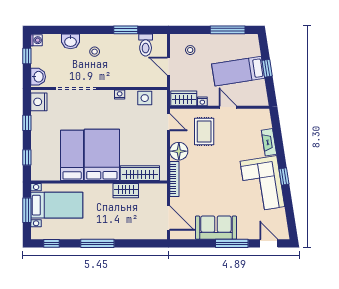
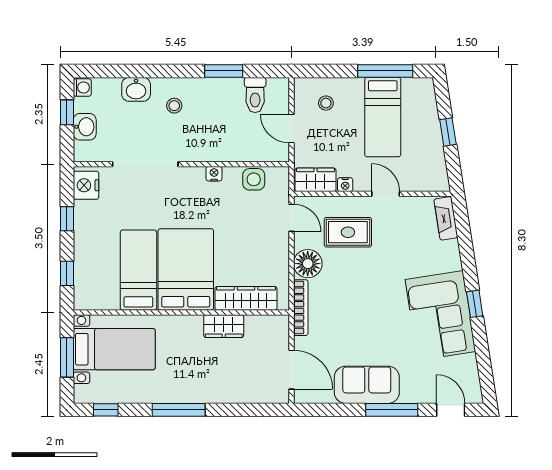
bed: (238, 71) -> (383, 117), moved, turned -81
washbasin: (38, 77) -> (85, 127), moved
rug: (204, 131) -> (348, 232), turned 90
fireplace: (269, 142) -> (446, 218), moved

